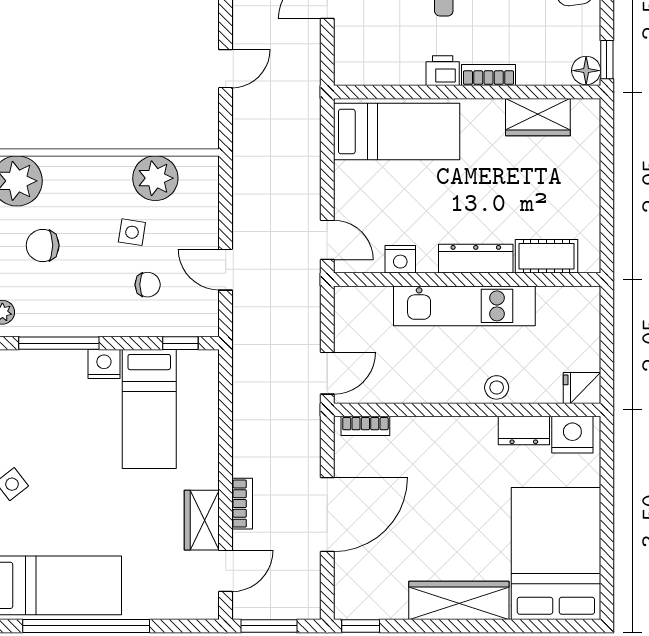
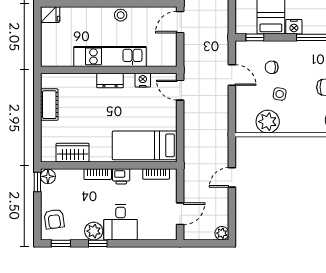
bookcase: (374, 75) -> (156, 174), added
cot: (546, 256) -> (49, 105), moved, turned 90
dresser: (476, 259) -> (110, 80), width x0.70
stool: (497, 387) -> (121, 15), moved

